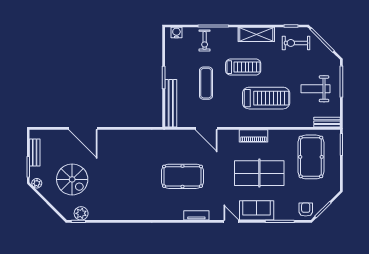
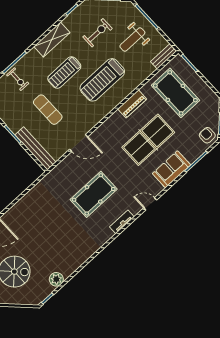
exercise bike: (296, 43) -> (98, 33), moved, turned 180
treadmill: (243, 67) -> (64, 72), turned 180
treadmill: (266, 98) -> (102, 80), turned 180
piano: (253, 136) -> (132, 104), moved
plant: (81, 213) -> (56, 279), moved
tv unit: (196, 215) -> (122, 222), moved
door: (231, 221) -> (150, 204), moved

